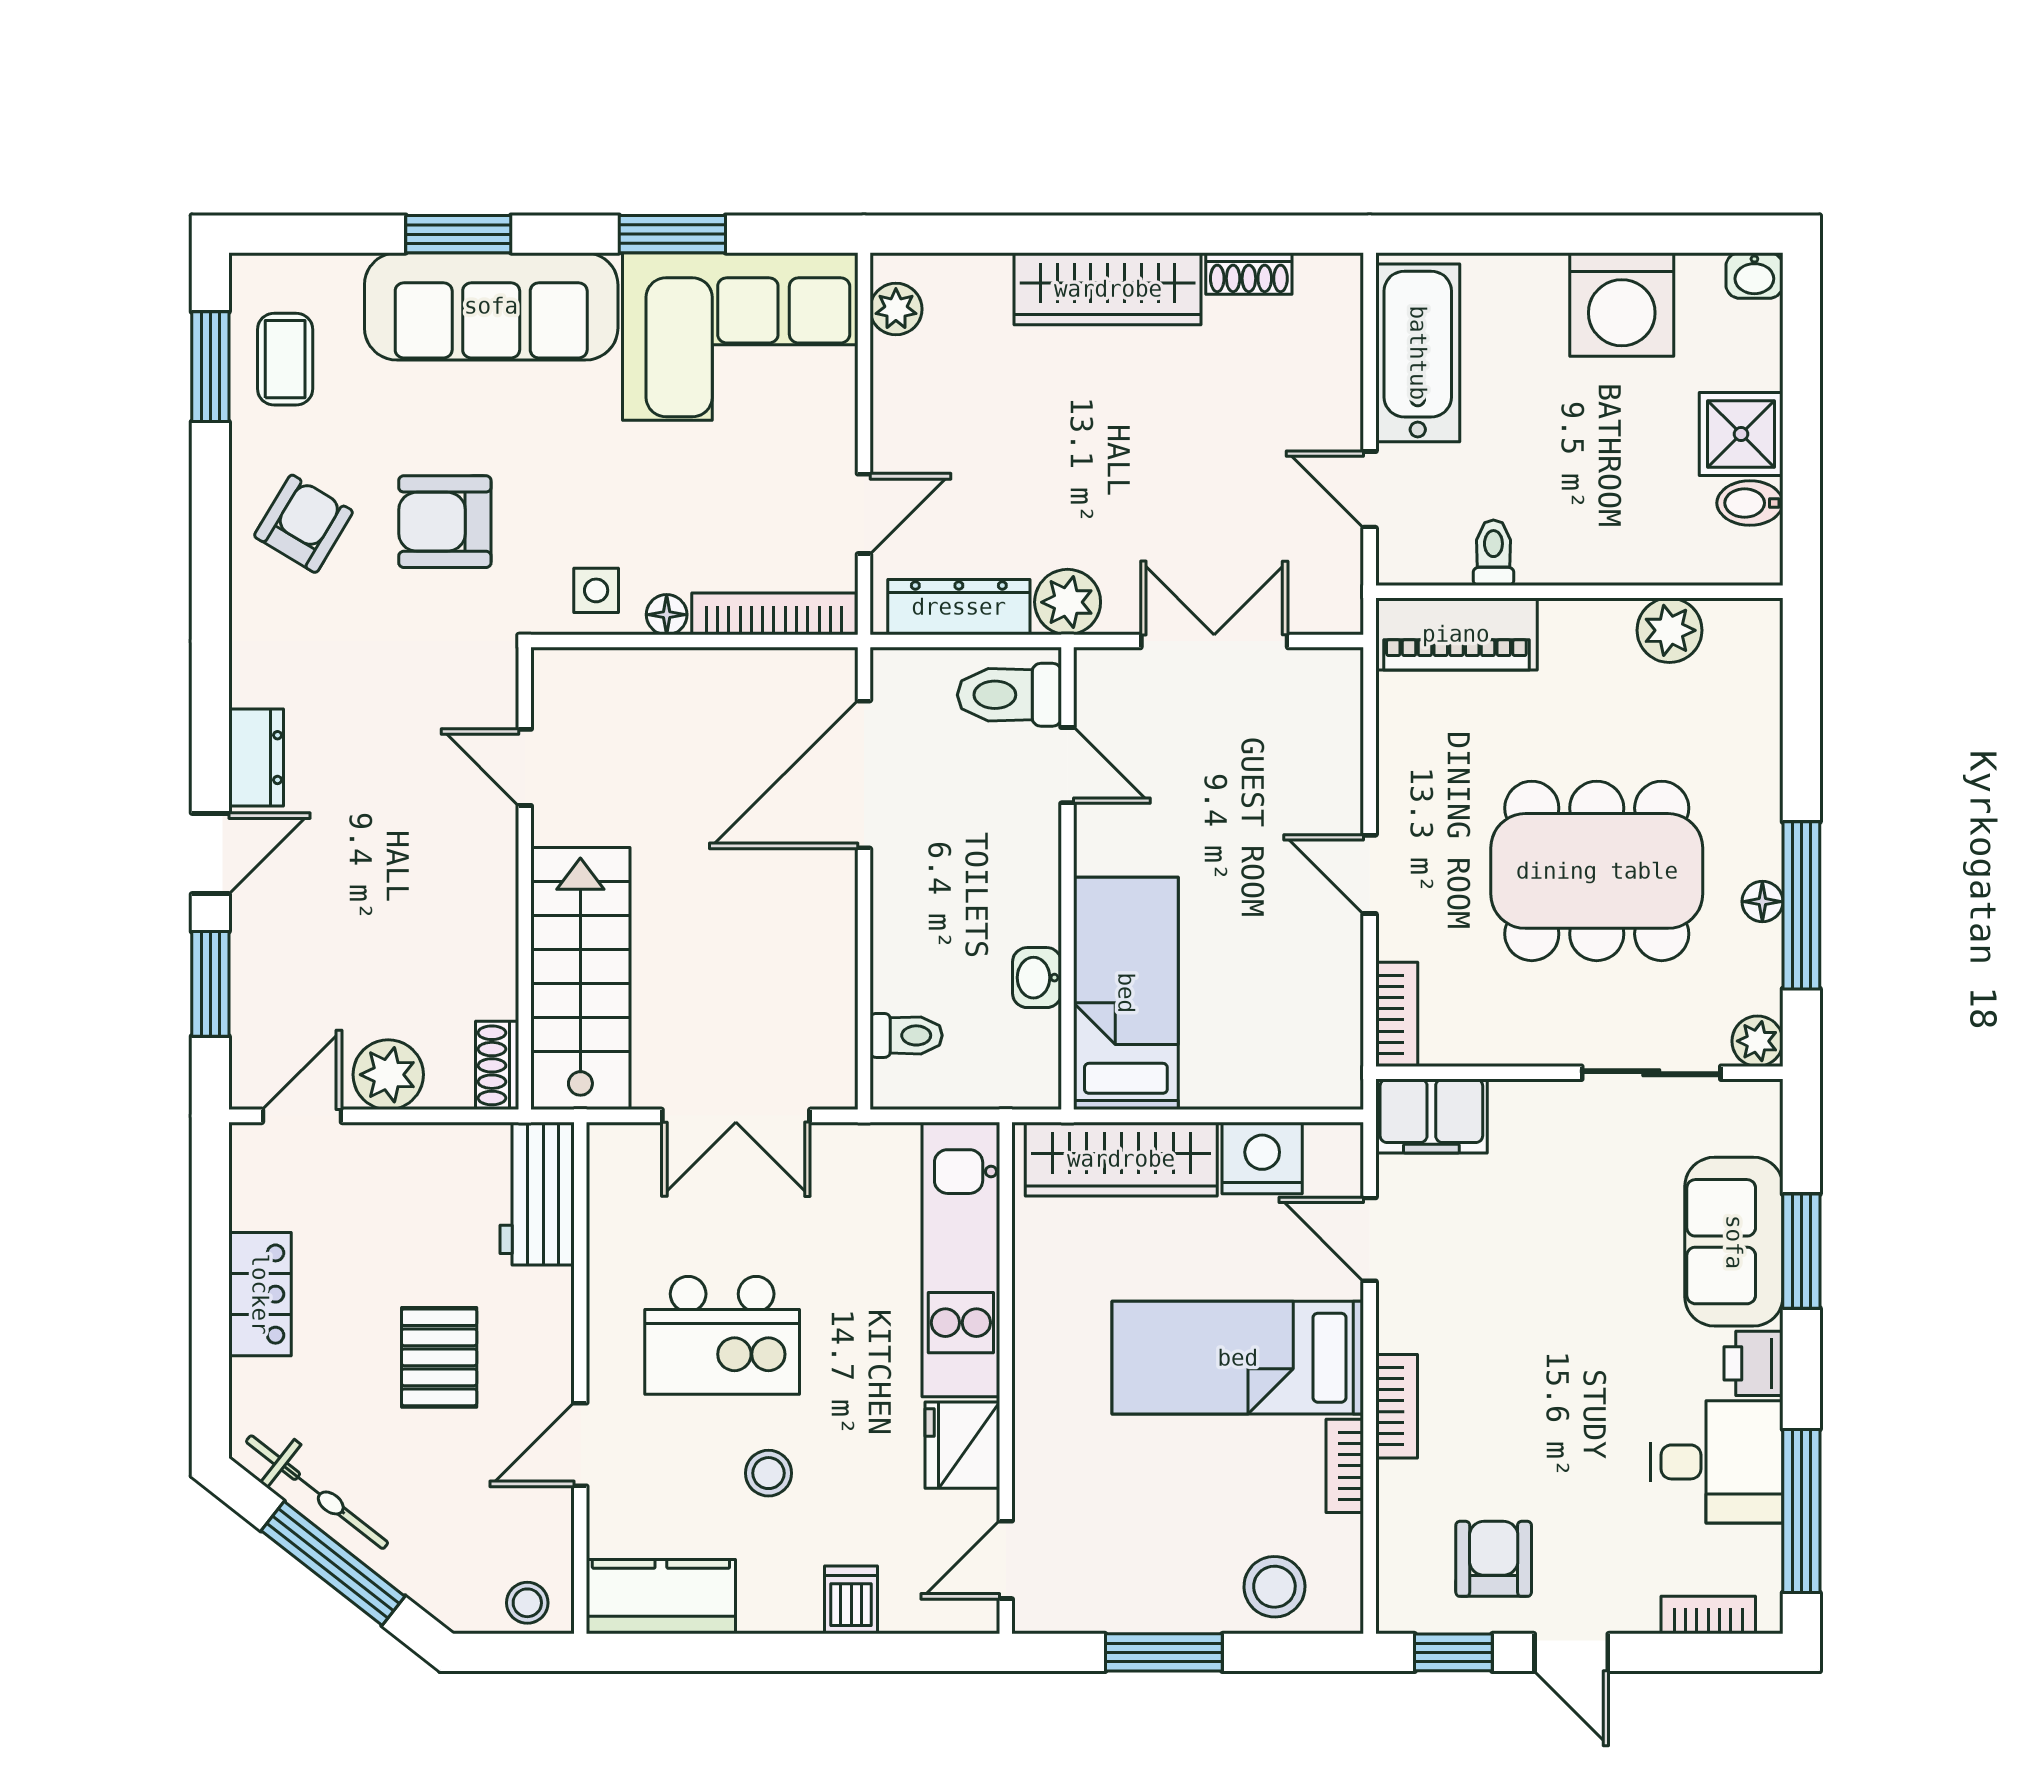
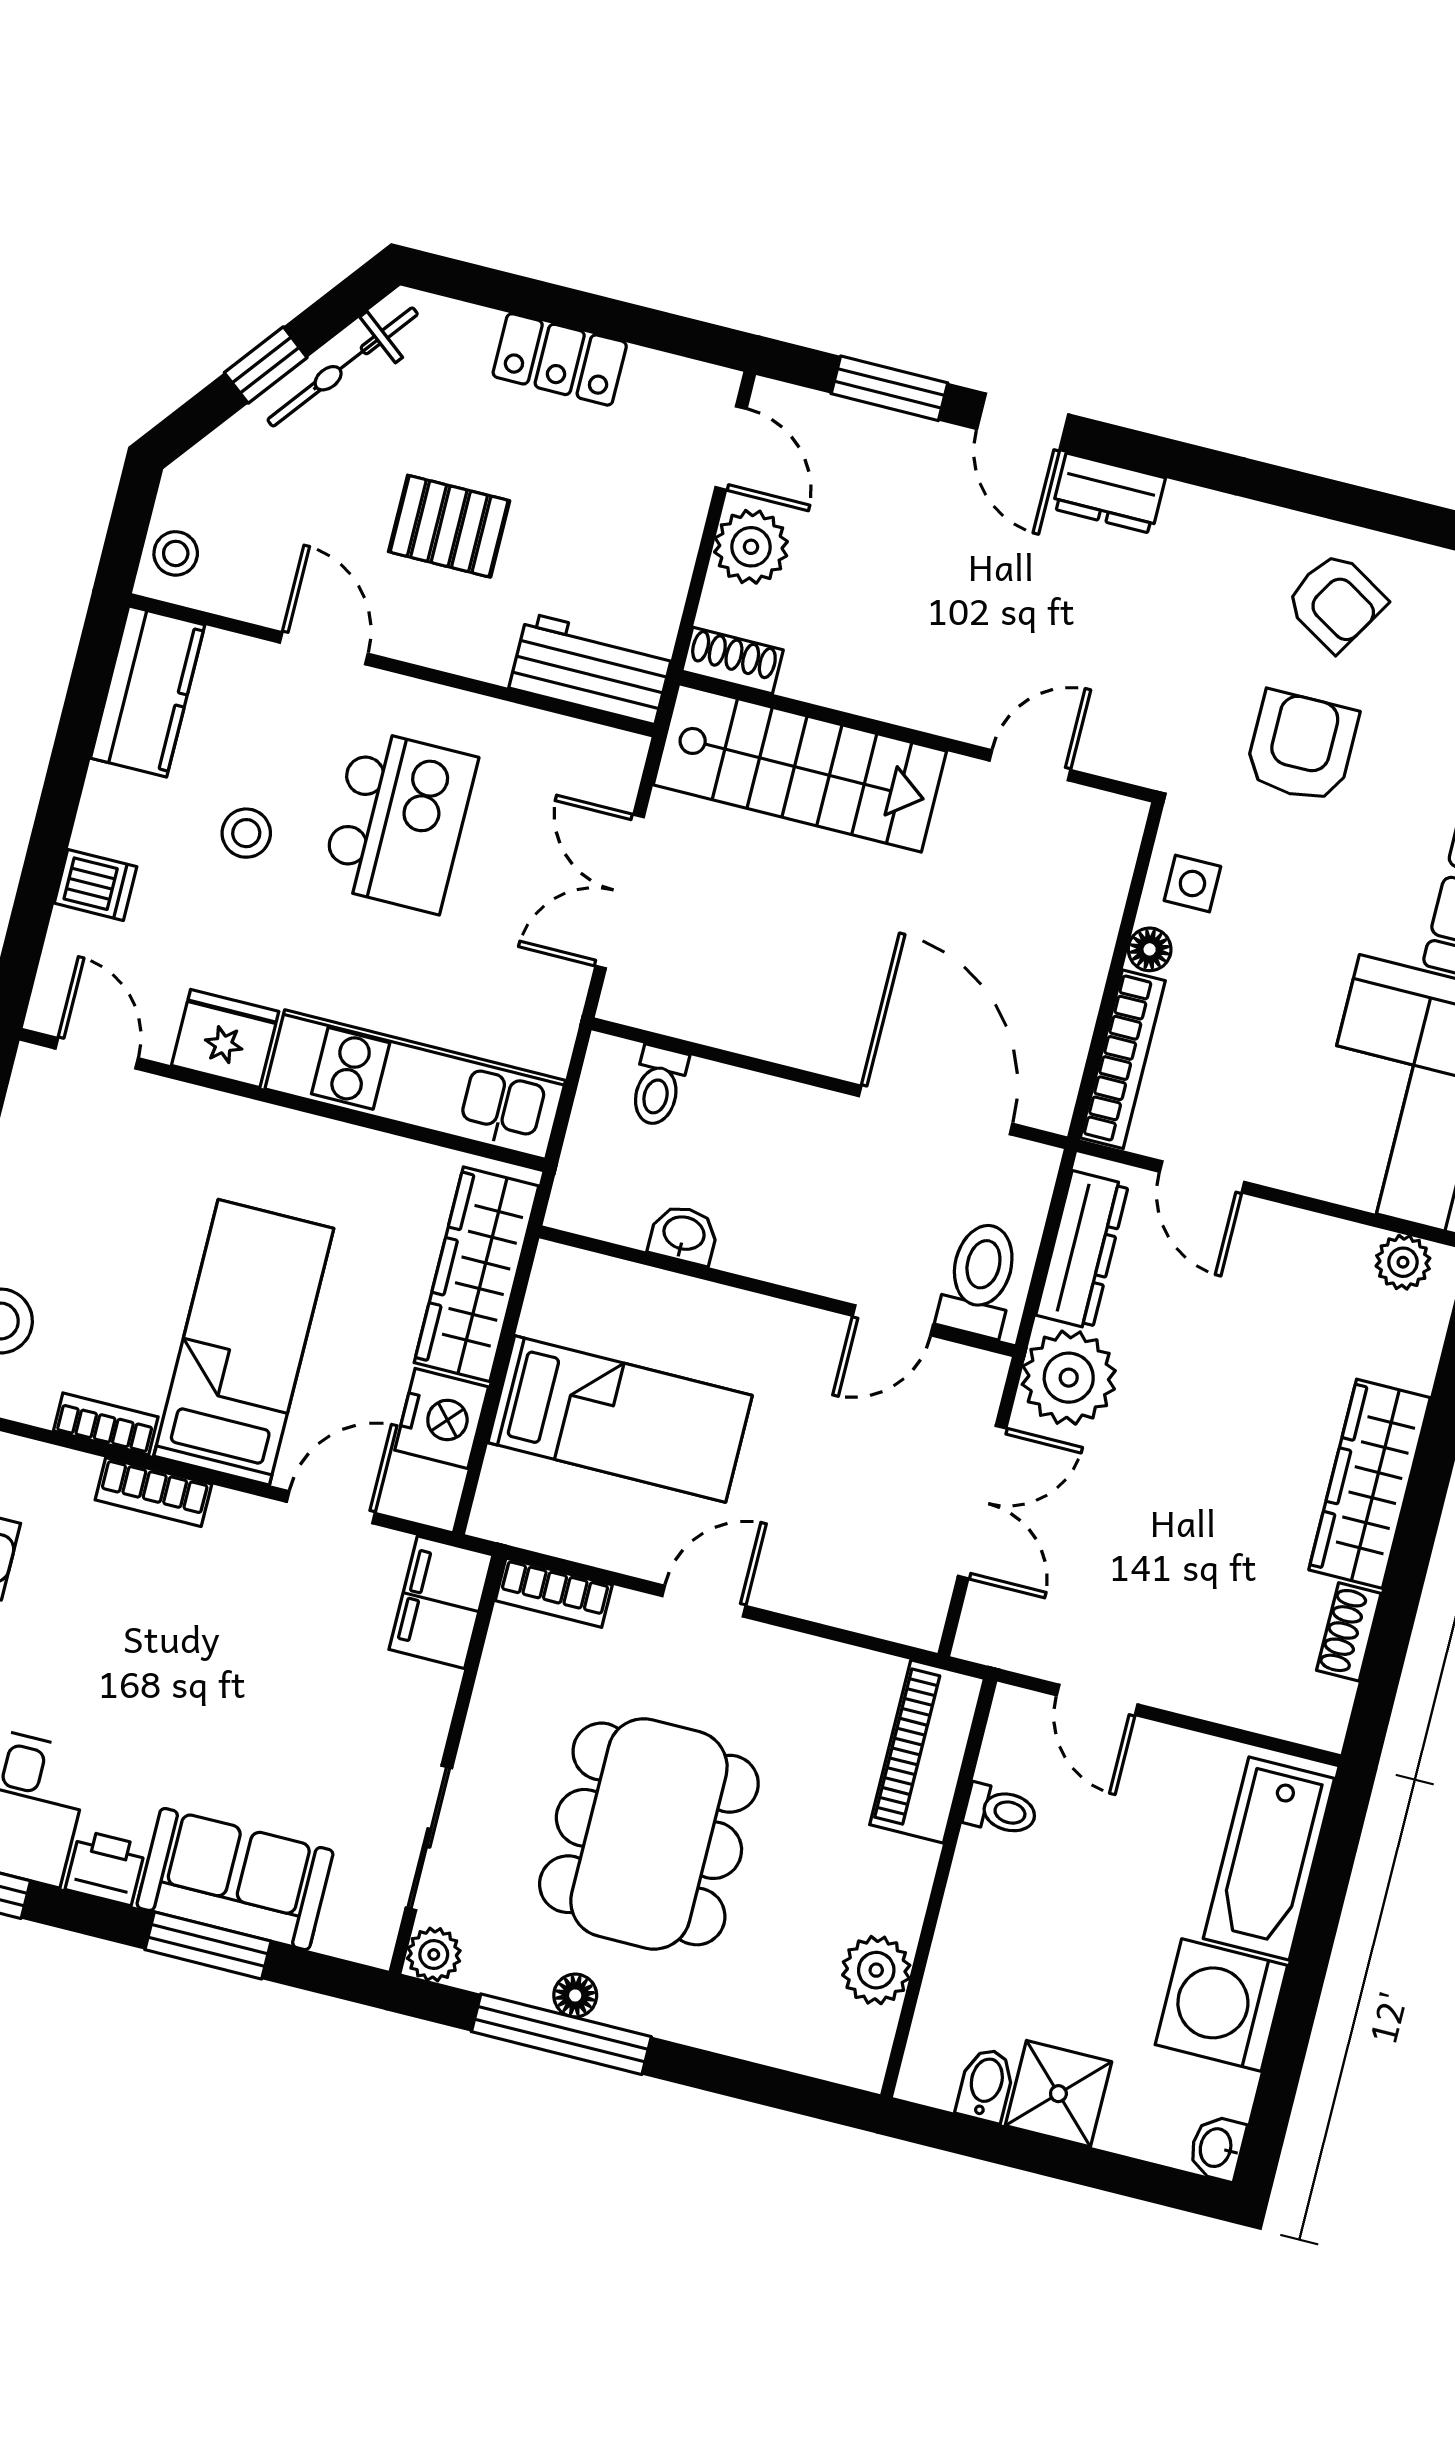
bathtub: (1418, 353) -> (1269, 1859), moved, turned 90
door: (1370, 489) -> (1097, 1700), swing flipped
plant: (1068, 602) -> (1069, 1378), width x1.36, depth x1.36
bed: (1126, 993) -> (620, 1419), moved
kitchen island: (722, 1335) -> (399, 821), turned 180
window: (333, 1563) -> (266, 365), width x0.46

